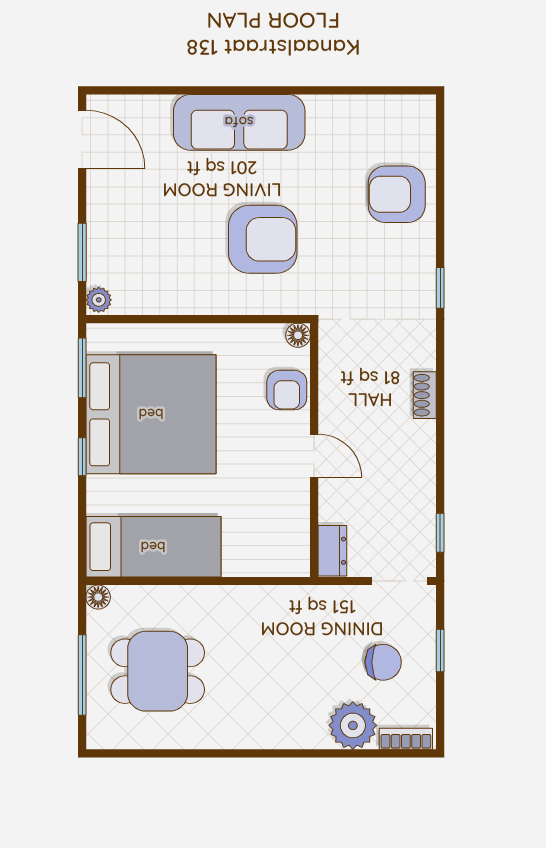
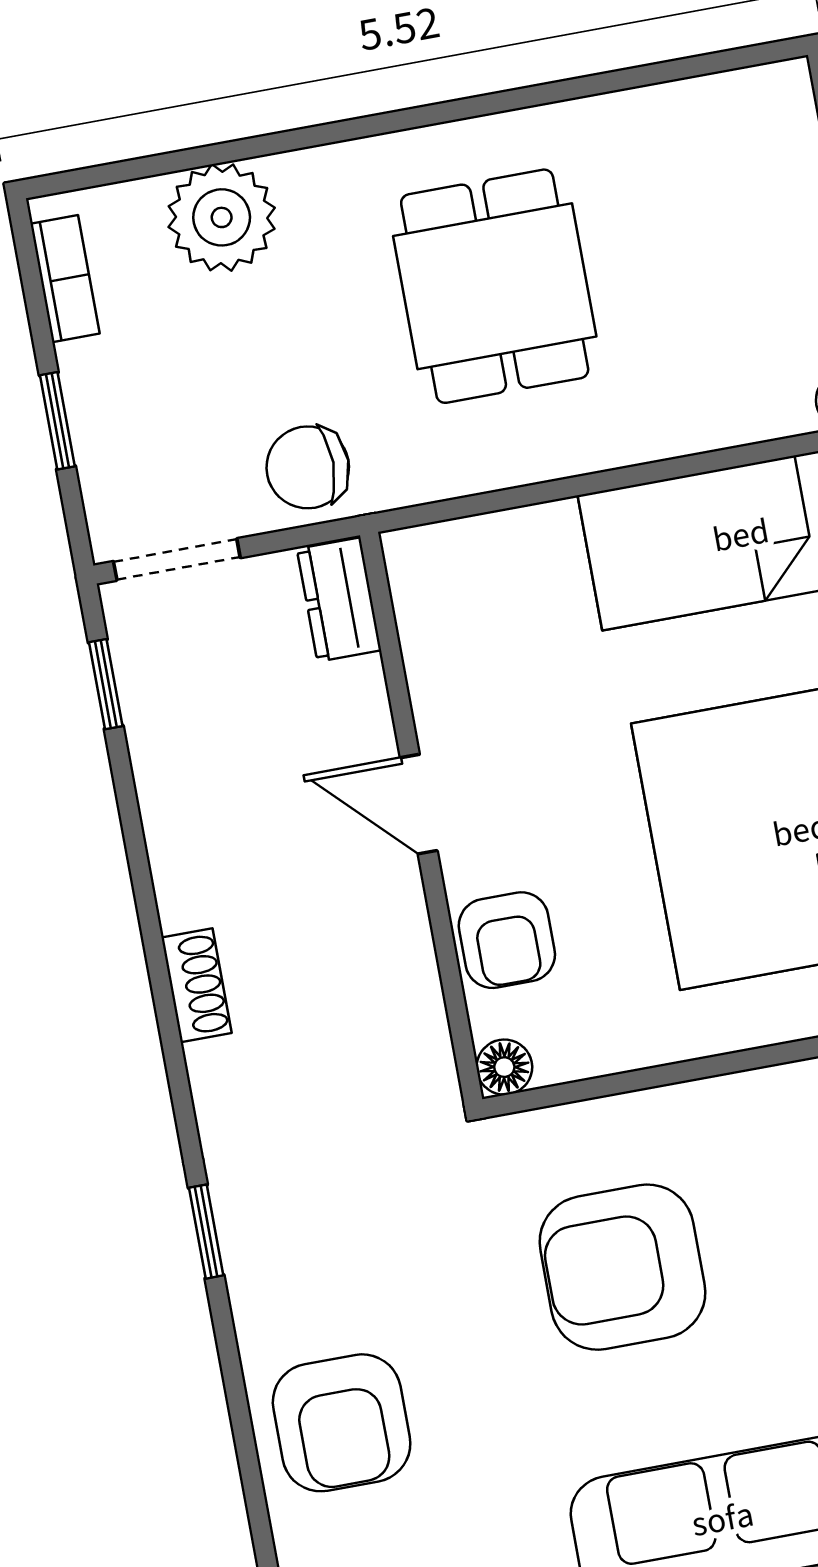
armchair: (397, 194) -> (342, 1423), turned 90
armchair: (287, 390) -> (507, 940), turned 180
chair: (383, 662) -> (308, 467), moved
dining table: (158, 671) -> (495, 286), moved, turned 90
bookcase: (406, 739) -> (65, 279), moved, turned -90

